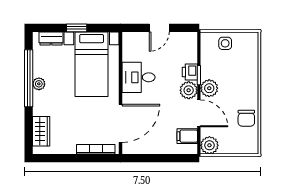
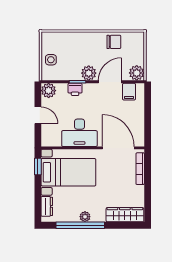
window: (77, 28) -> (38, 166), moved
desk: (138, 77) -> (79, 133), width x1.37
plant: (189, 90) -> (49, 91), moved
wardrobe: (41, 131) -> (125, 215), width x1.50

